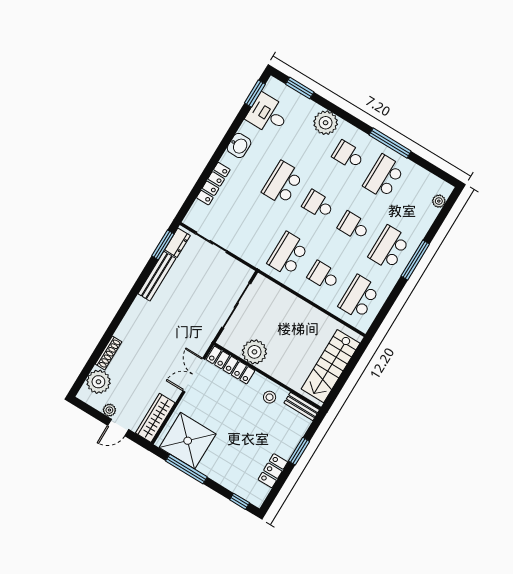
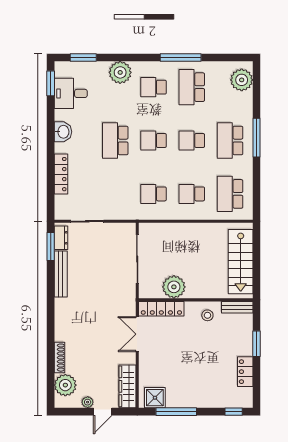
plant: (439, 201) -> (242, 80), width x1.88, depth x1.88
school desk: (288, 254) -> (154, 194), width x0.54
shower: (188, 441) -> (155, 398), width x0.54, depth x0.54

